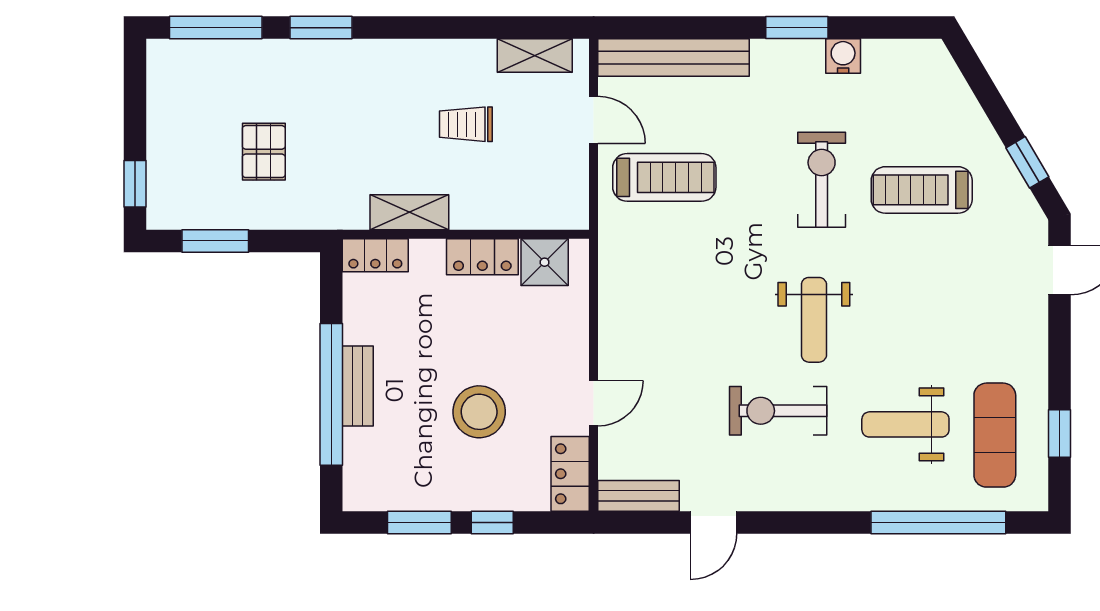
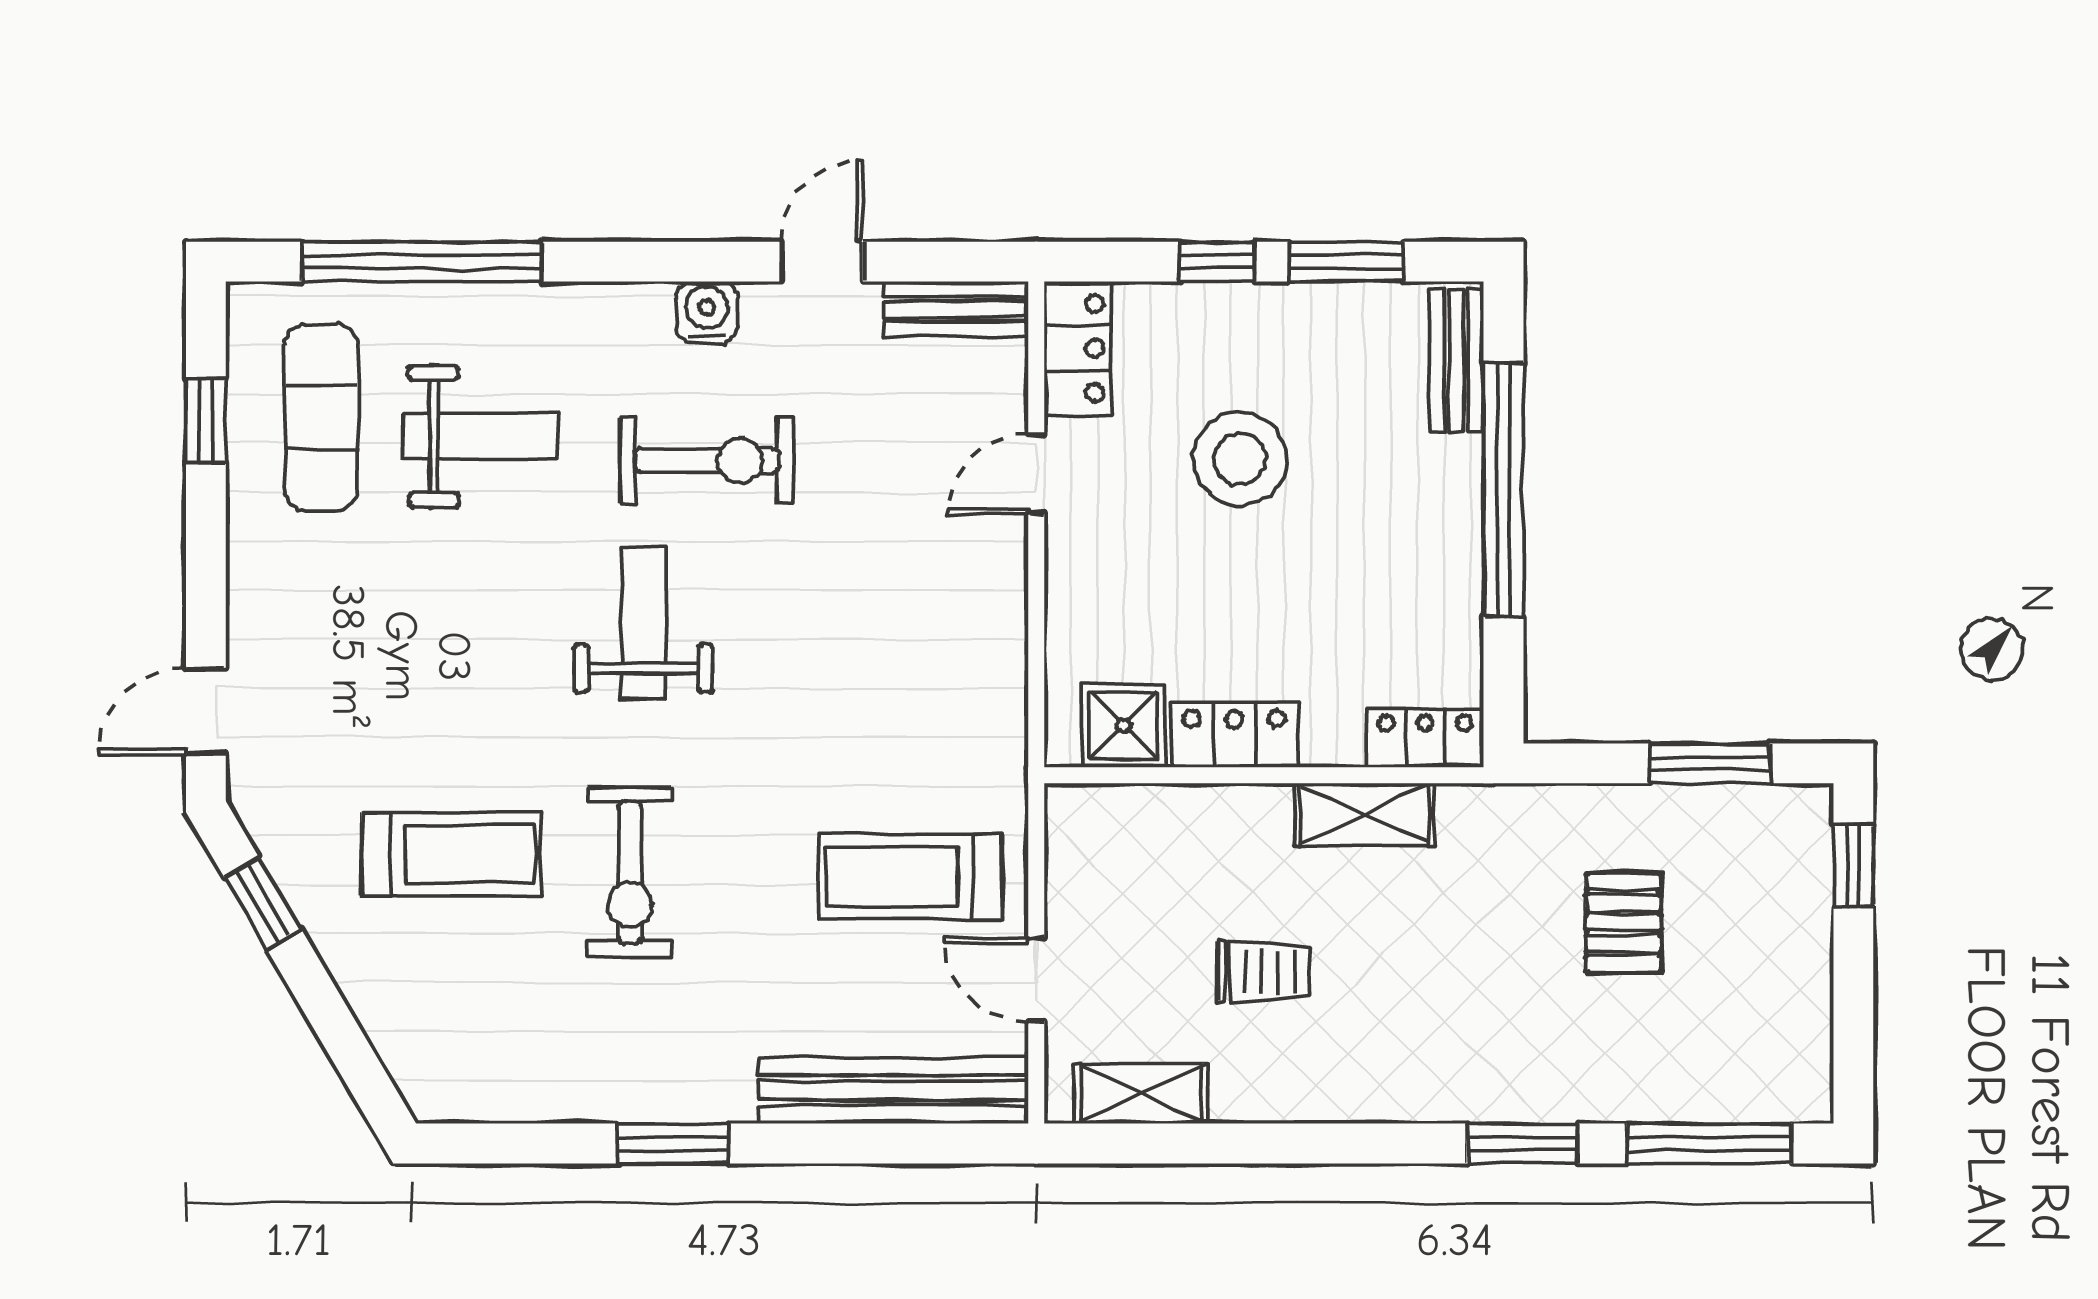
water cooler: (843, 56) -> (707, 312), moved, turned 180
bench: (358, 386) -> (1456, 361), moved

